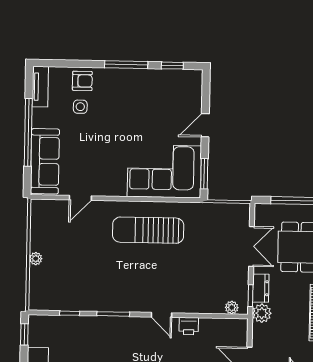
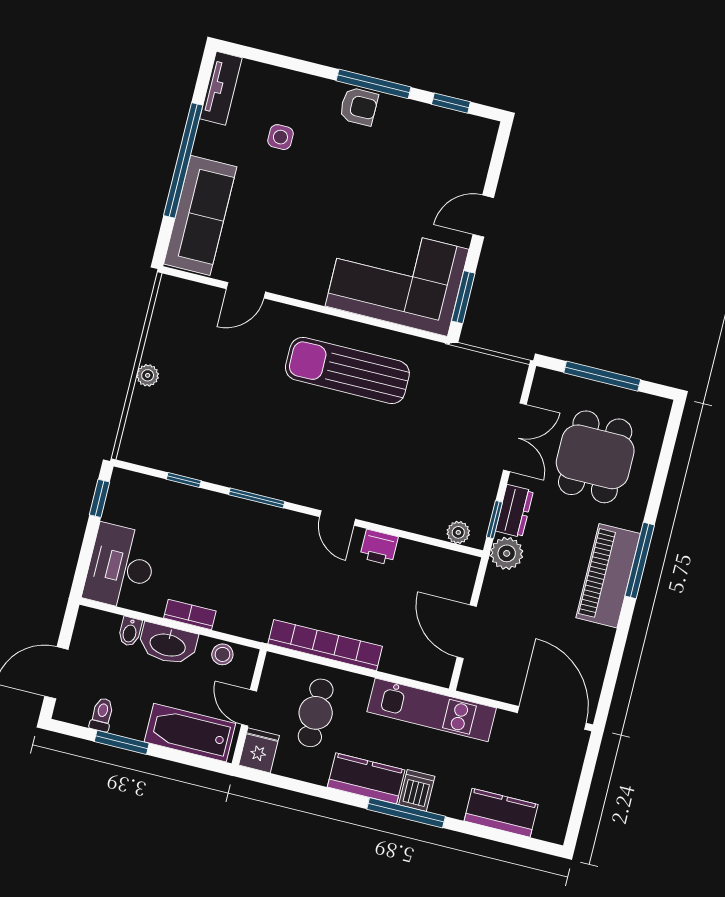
armchair: (82, 81) -> (359, 106), moved

